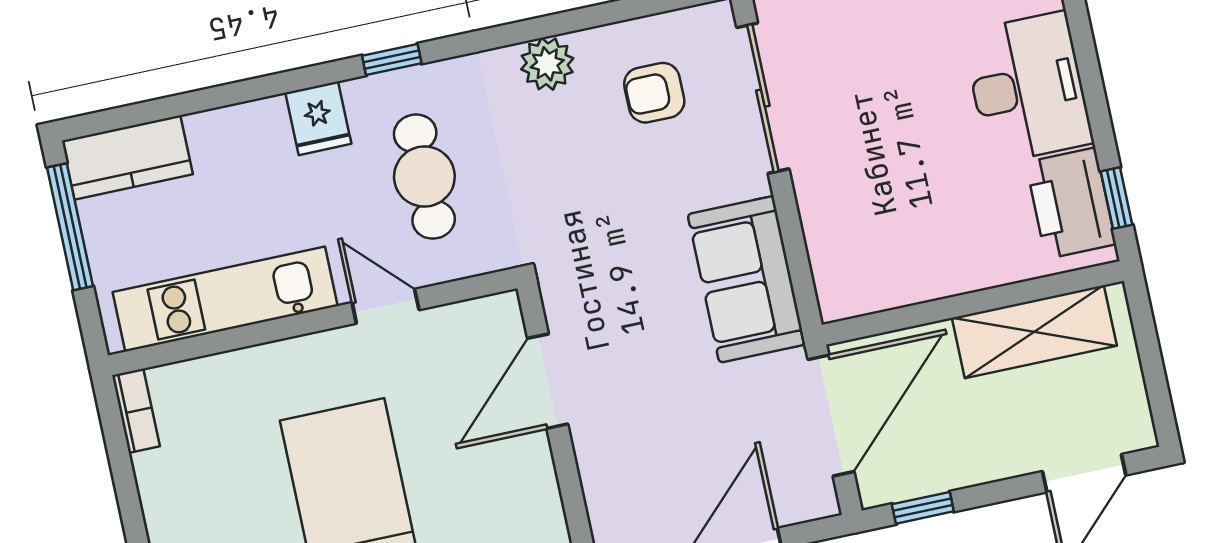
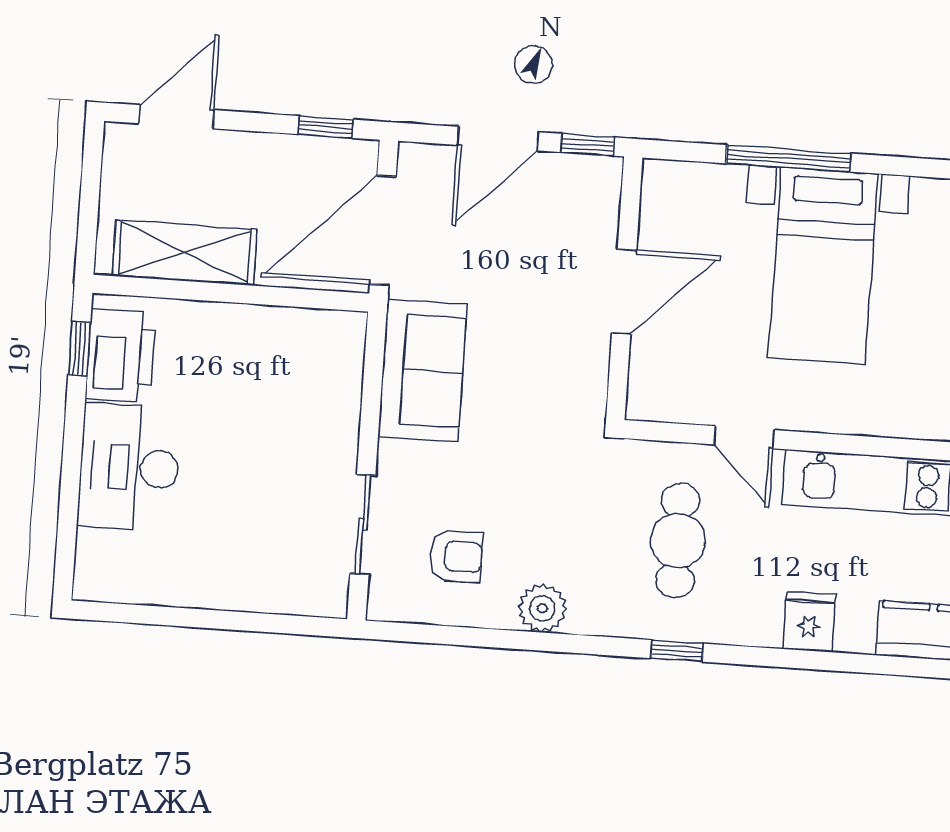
sliding door: (763, 98) -> (363, 524), width x0.73
fridge: (318, 118) -> (809, 622), moved
door: (548, 381) -> (624, 292), moved

